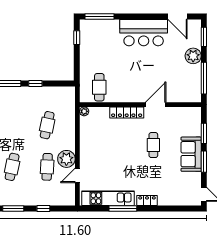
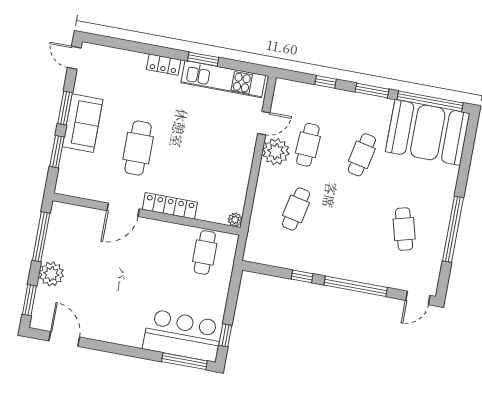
bar counter: (144, 33) -> (183, 335), moved
cafe table: (153, 145) -> (138, 148), width x1.37, depth x1.35
window: (123, 208) -> (203, 59), width x0.69

